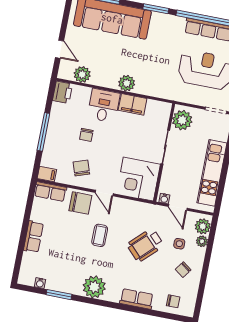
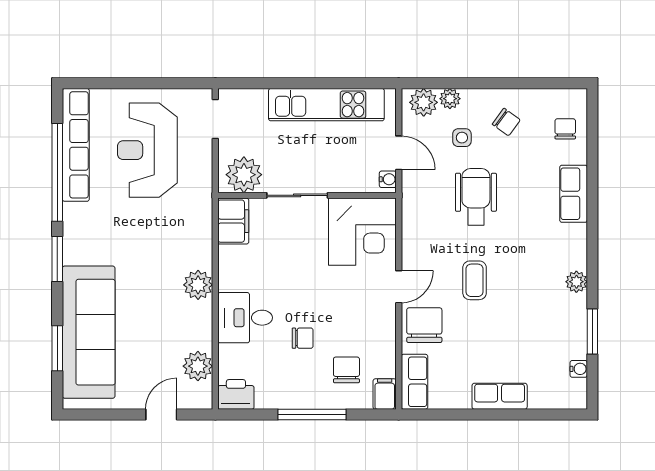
filing cabinet: (133, 104) -> (233, 221), moved
chair: (81, 168) -> (346, 370), moved, turned 109
door: (178, 207) -> (399, 153), hinge flipped
coffee table: (100, 235) -> (475, 280), turned 90
wheelchair: (145, 245) -> (476, 197), turned -136
plant: (94, 287) -> (576, 282), width x0.53, depth x0.53

